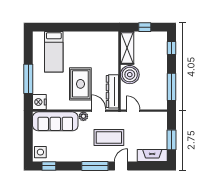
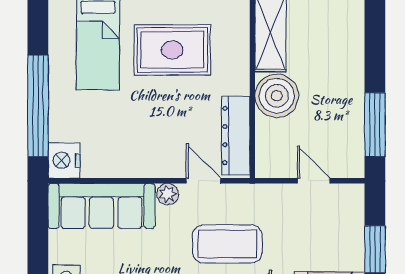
window: (171, 48) -> (375, 33), removed
window: (28, 79) -> (38, 106), width x1.46
rug: (80, 84) -> (172, 50), moved, turned 90
door: (133, 111) -> (314, 181), moved

